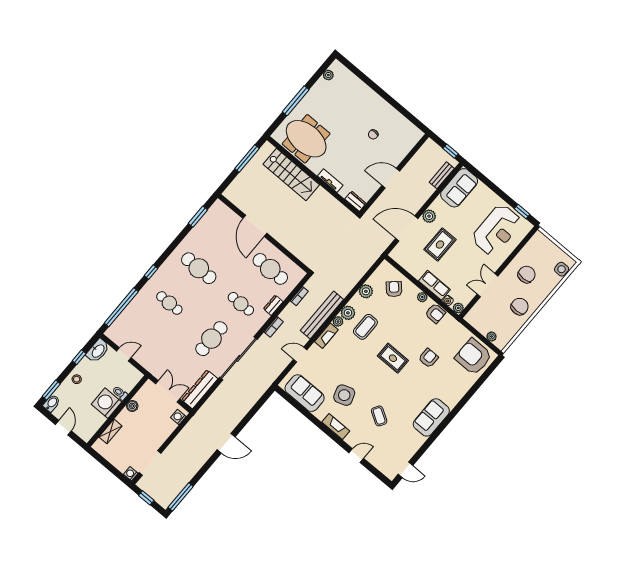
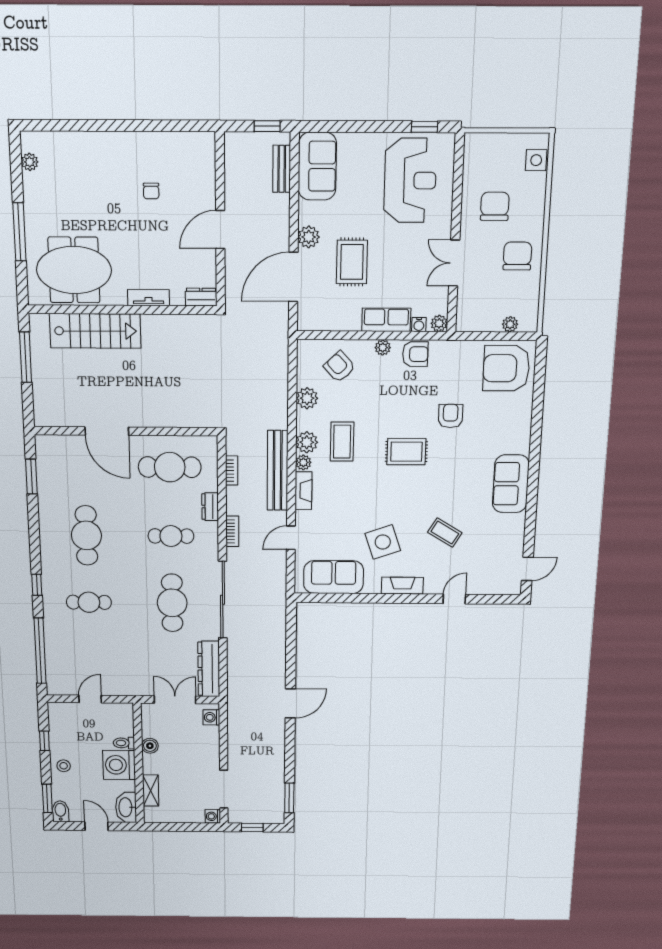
cafe table: (199, 268) -> (86, 535), turned 90
washbasin: (98, 351) -> (126, 807), moved, turned 180
window: (181, 497) -> (289, 798), width x0.69

